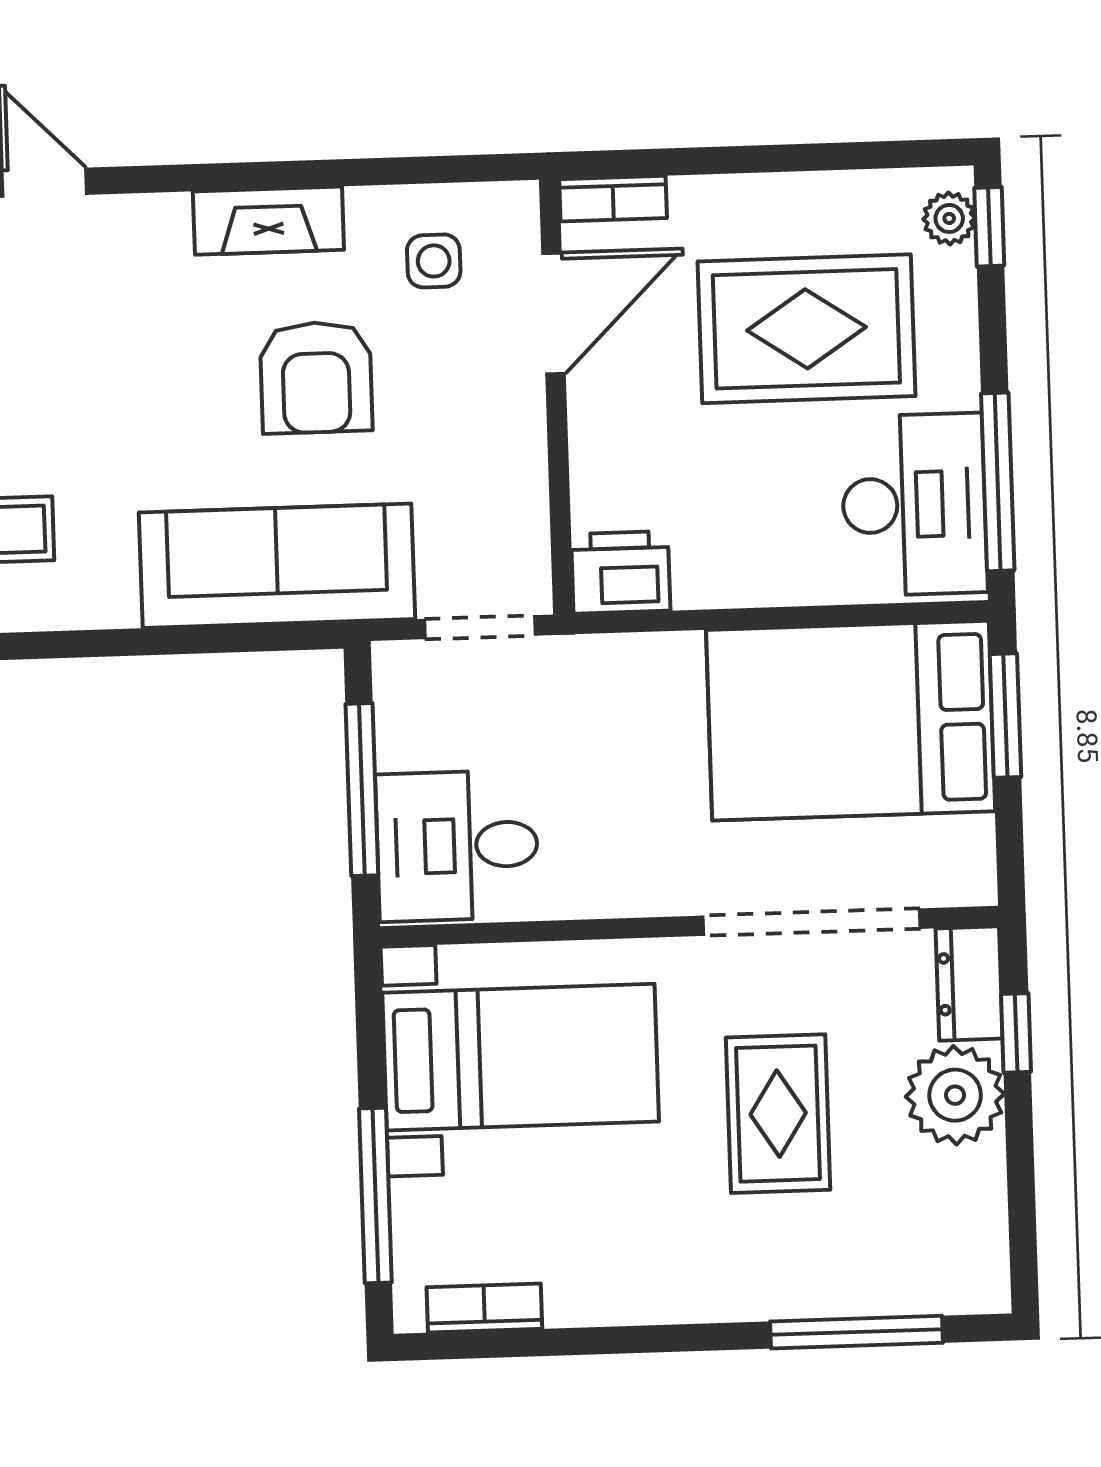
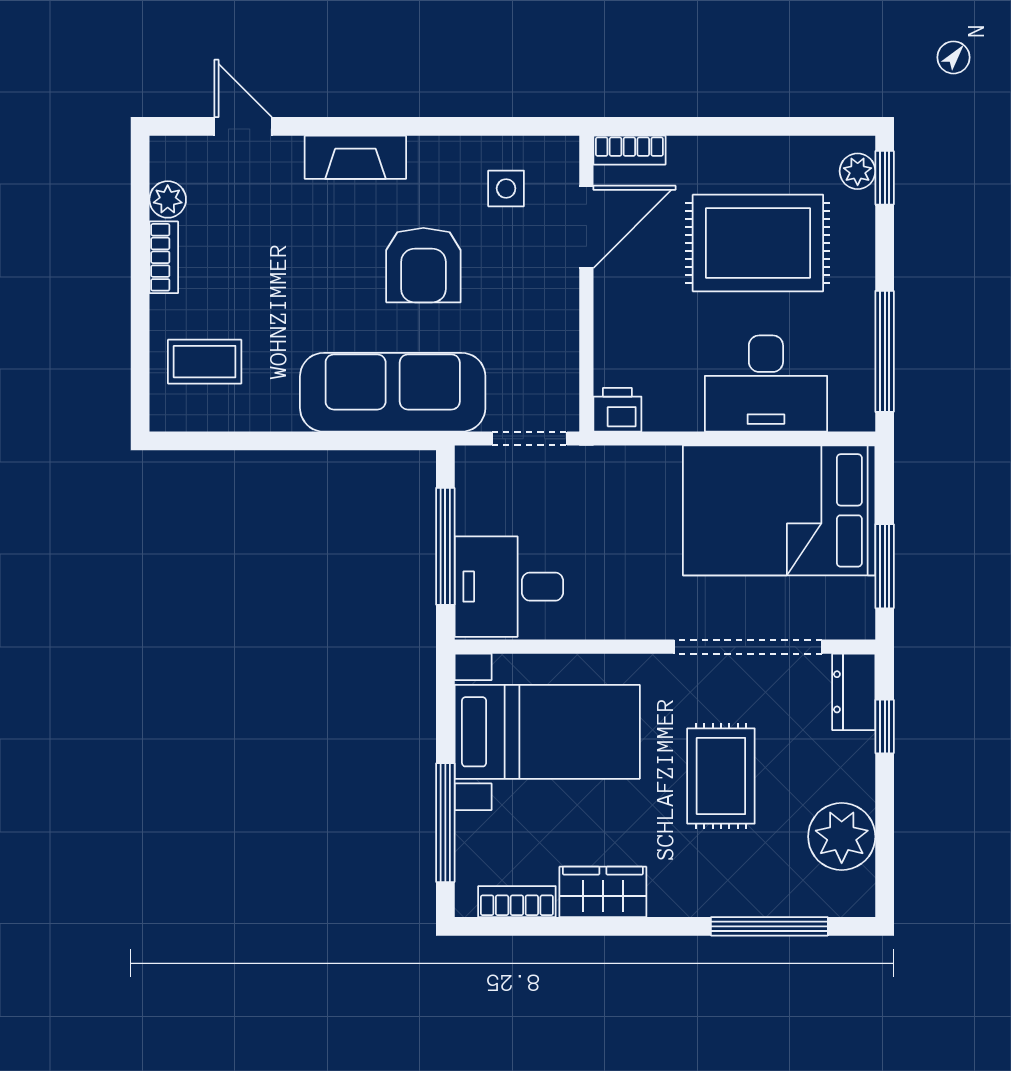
fireplace: (268, 221) -> (355, 157), moved
desk: (914, 505) -> (766, 383), moved, turned 90
printer: (621, 572) -> (617, 410), width x0.73, depth x0.81
window: (1005, 716) -> (885, 566), moved
plant: (955, 1095) -> (842, 837), moved
wardrobe: (610, 1290) -> (603, 892), added

